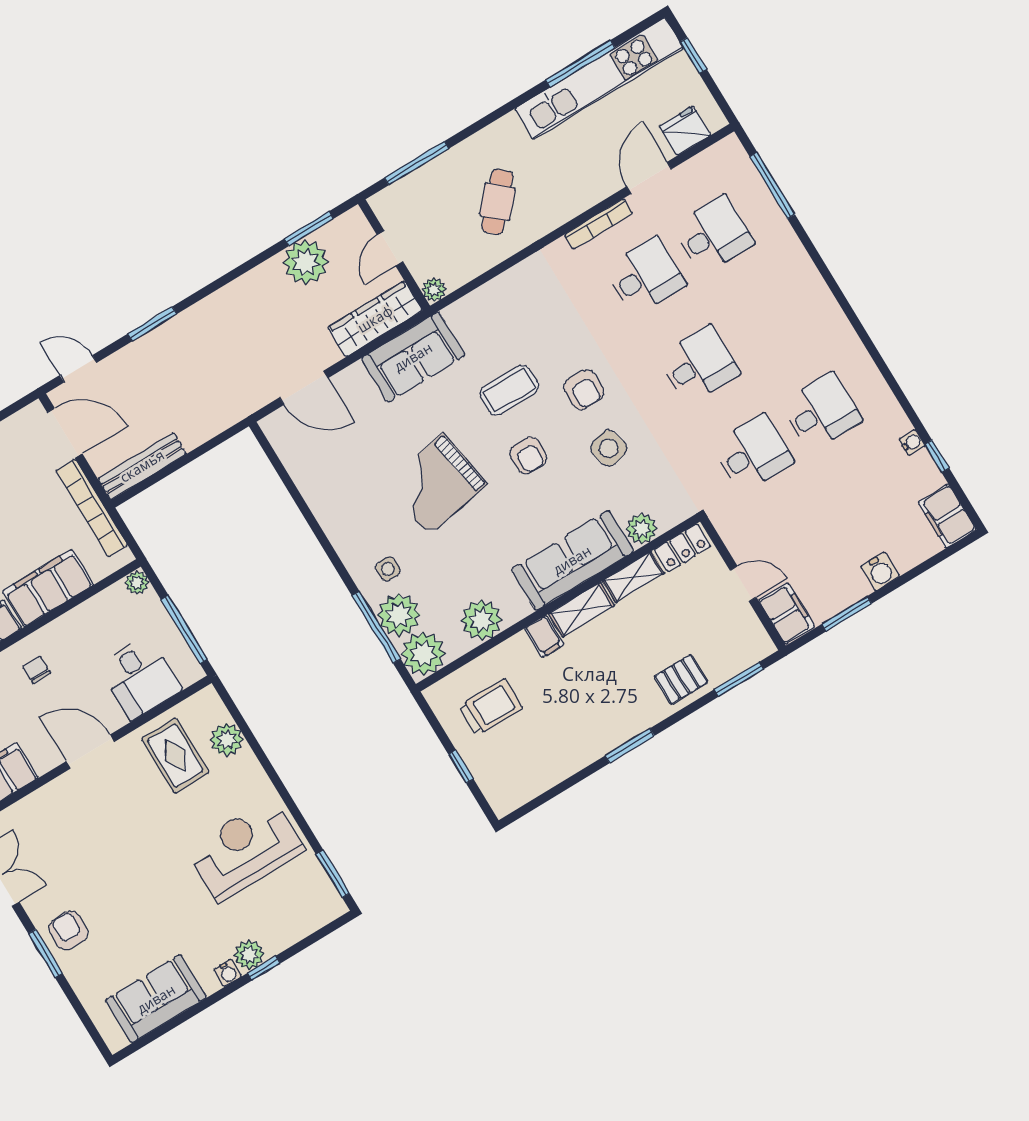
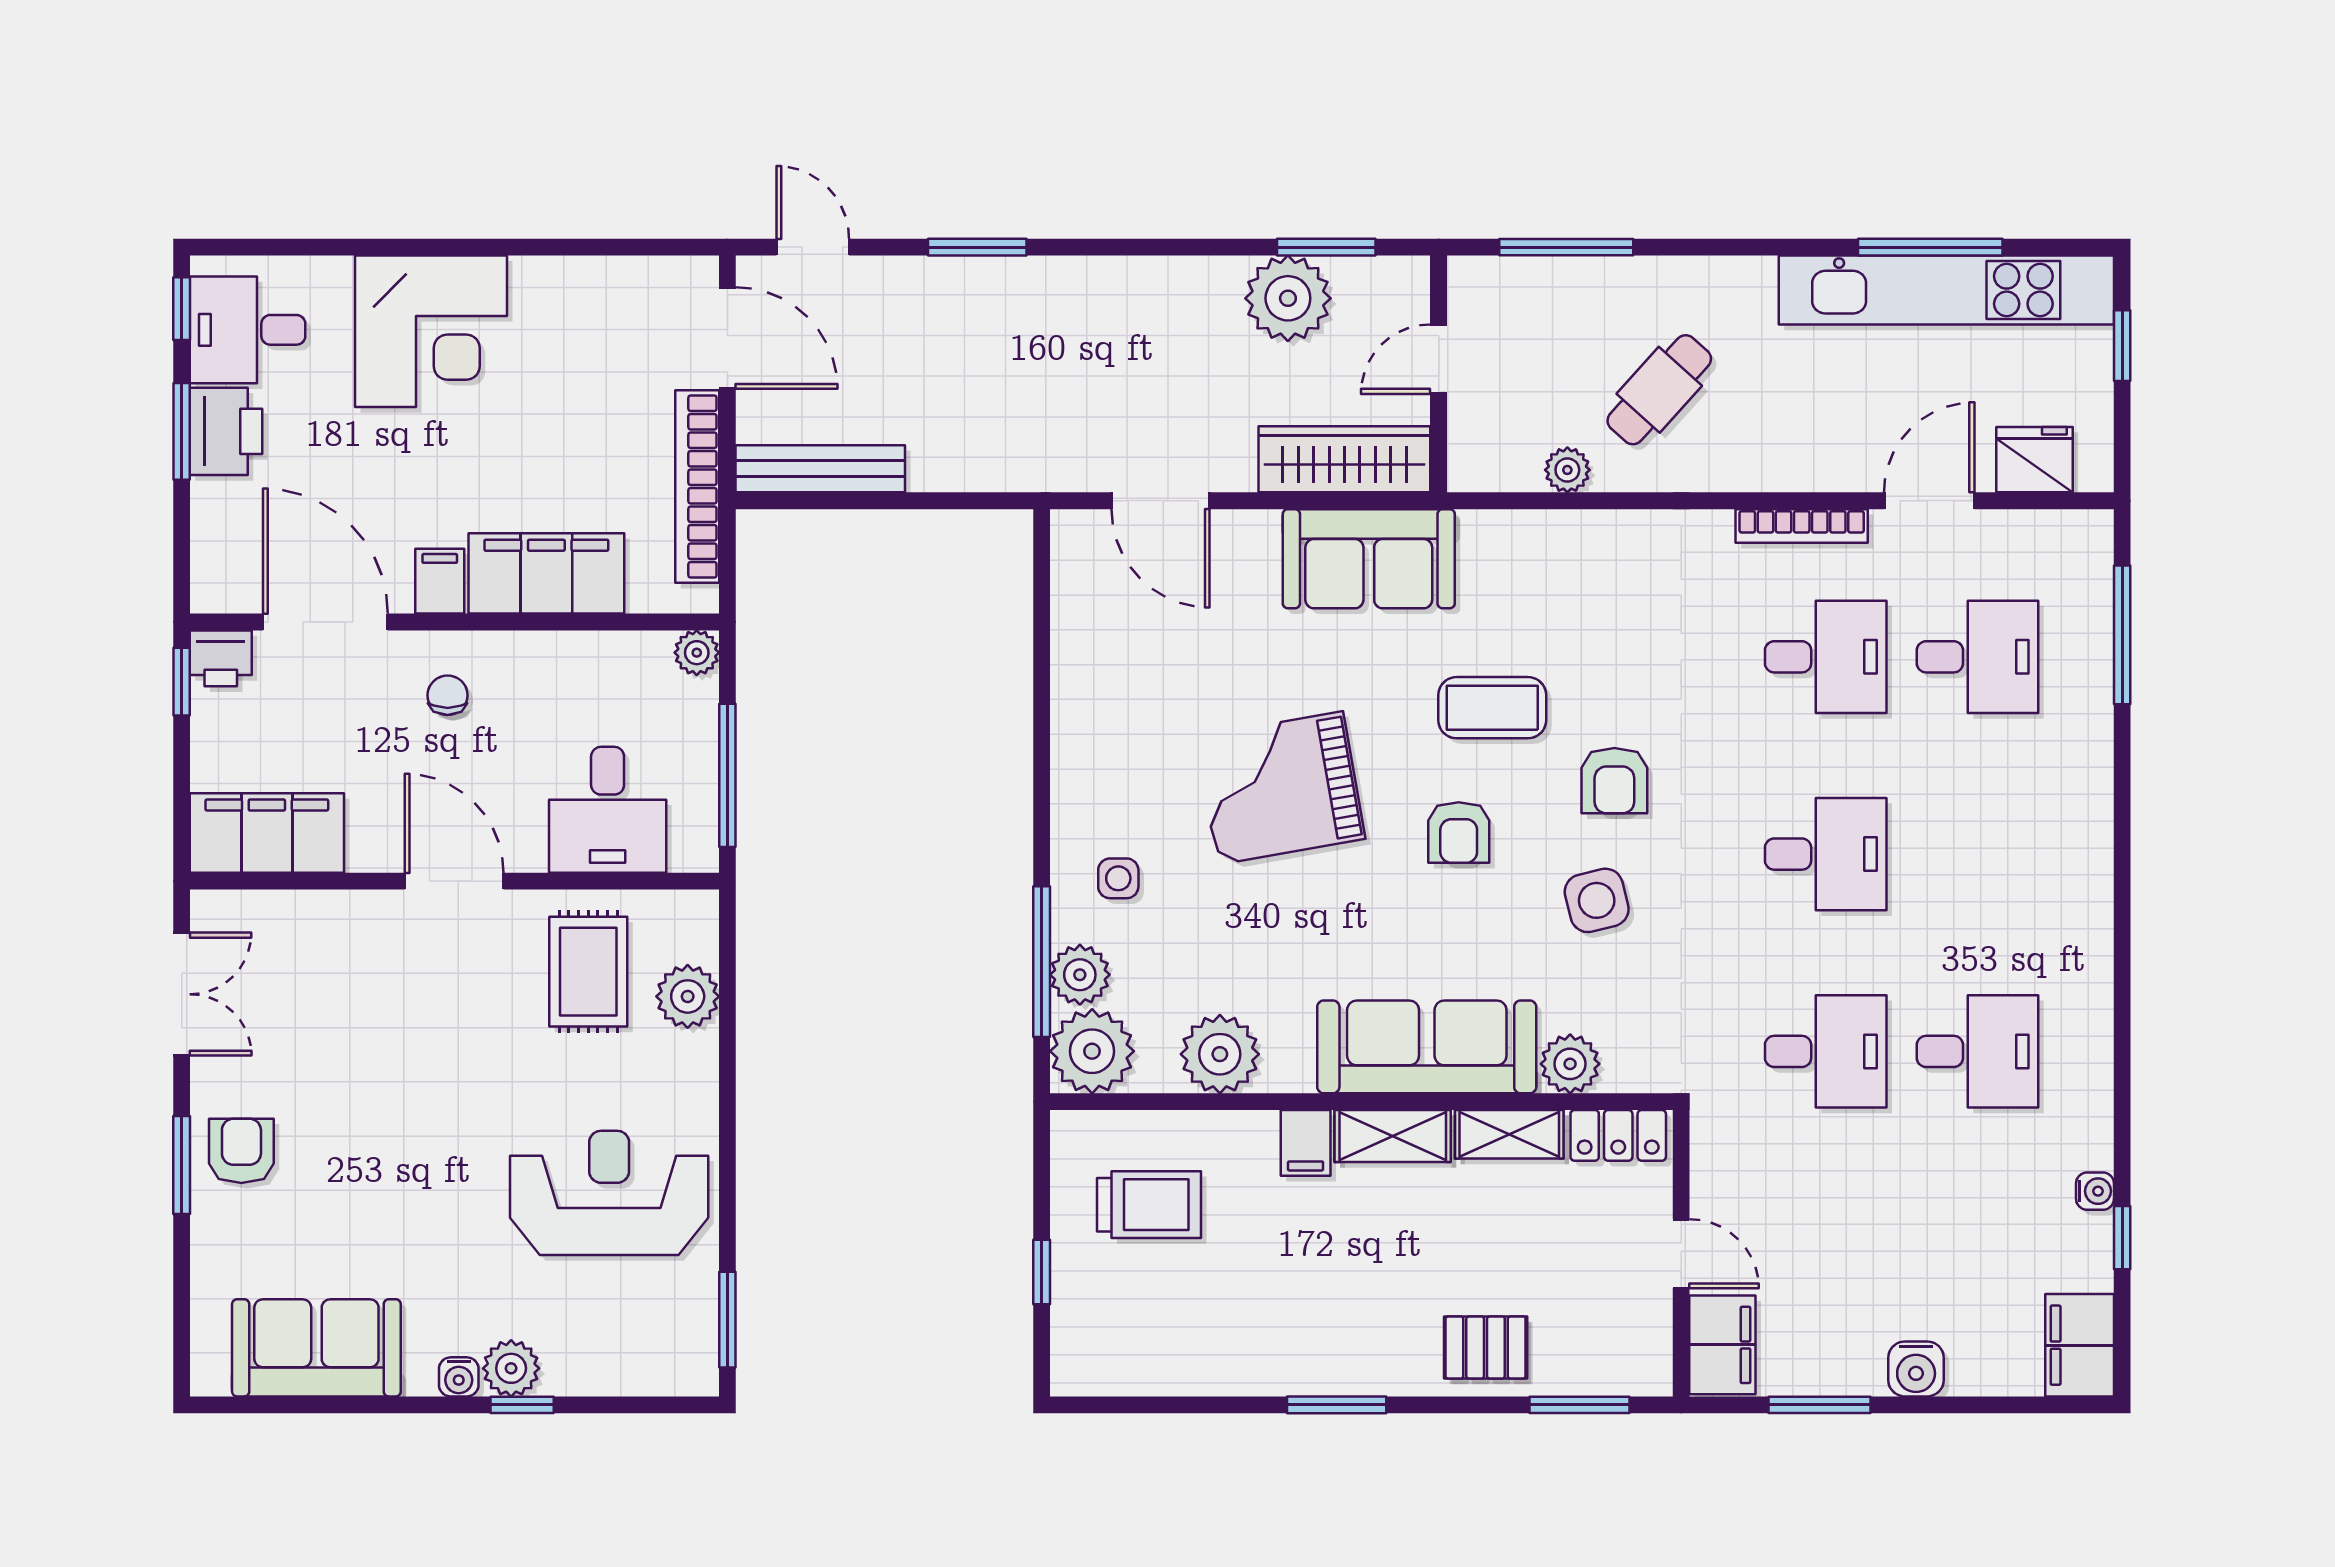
plant: (434, 290) -> (1567, 470), moved
plant: (399, 615) -> (1080, 975), width x0.73, depth x0.73

